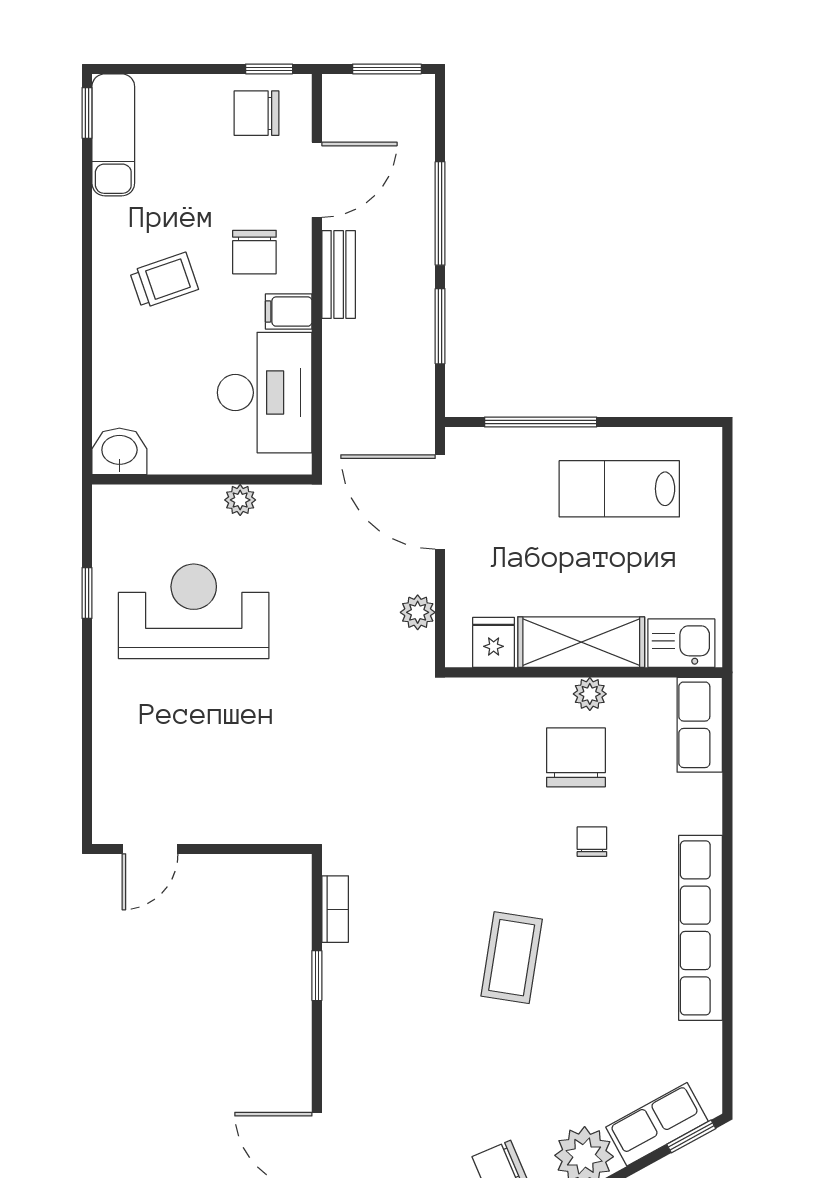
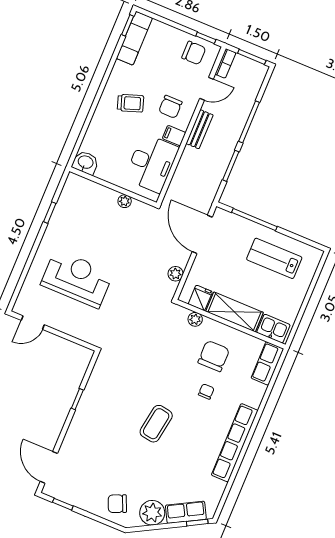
chair: (257, 113) -> (194, 53), turned 180
door: (317, 180) -> (206, 89), width x0.73
reception desk: (194, 611) -> (77, 279), moved
plant: (590, 694) -> (195, 319), moved
bookcase: (335, 909) -> (225, 63), moved

